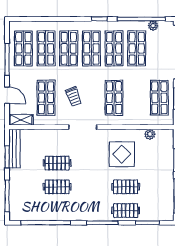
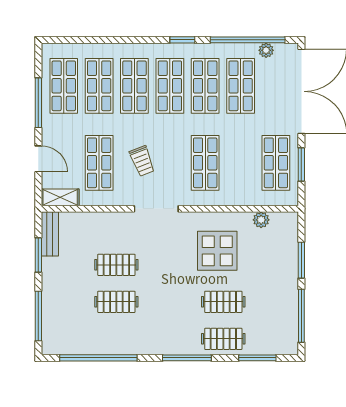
bench: (14, 149) -> (50, 234), width x0.73

